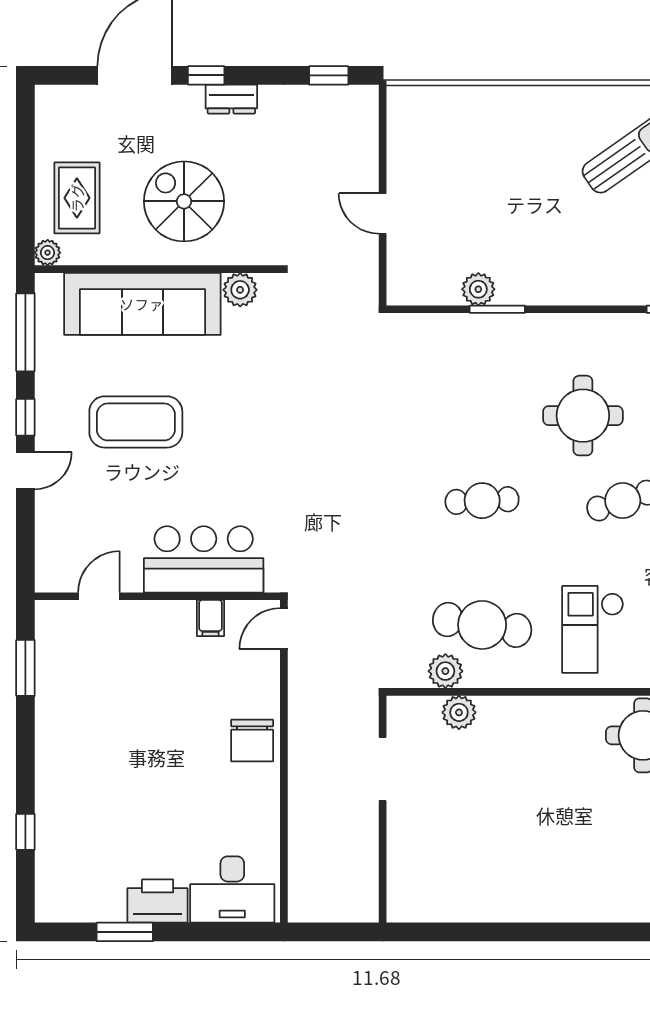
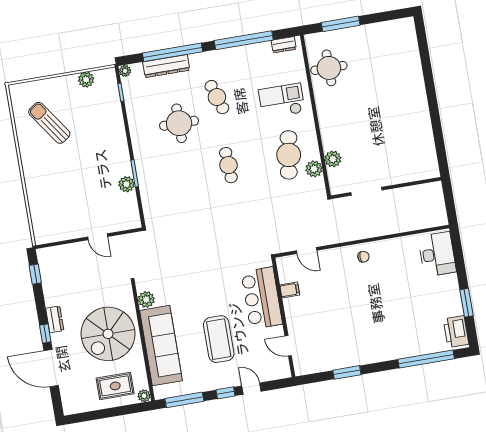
spiral stairs: (184, 201) -> (108, 334), width x1.37, depth x1.37
door: (383, 214) -> (98, 237), hinge flipped
bar counter: (204, 559) -> (262, 298), moved
door: (99, 596) -> (288, 346), moved
wall: (157, 596) -> (283, 317), moved
filing cabinet: (210, 618) -> (290, 290), moved
checkout: (593, 629) -> (282, 101), turned 180
chair: (252, 741) -> (363, 257), width x0.54, depth x0.54
window: (25, 832) -> (426, 359), width x3.17
printer: (158, 901) -> (456, 332), moved

